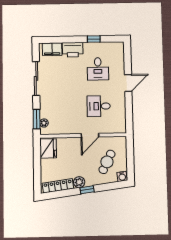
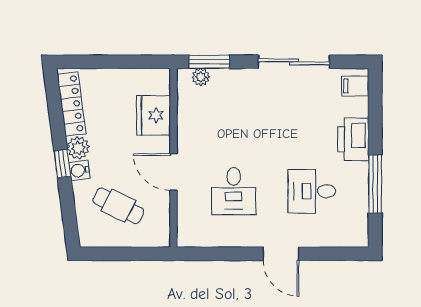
window: (94, 39) -> (375, 184), width x2.17
filing cabinet: (52, 49) -> (355, 86), width x0.50
desk: (99, 106) -> (234, 191), turned 180
fridge: (48, 148) -> (153, 115), moved, turned 90
water cooler: (122, 176) -> (79, 170), moved

